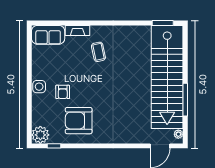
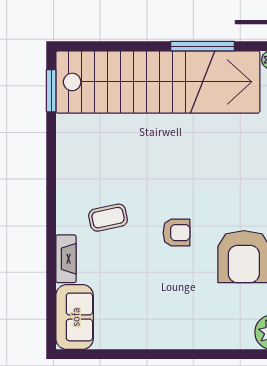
side table: (39, 87) -> (177, 335), removed
armchair: (63, 92) -> (177, 233), moved

